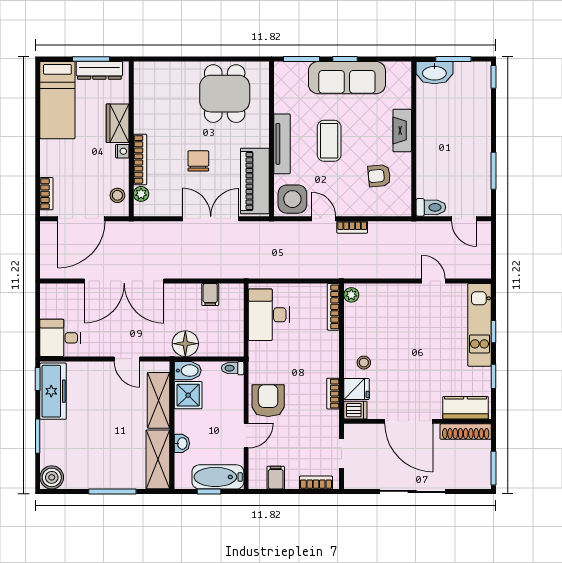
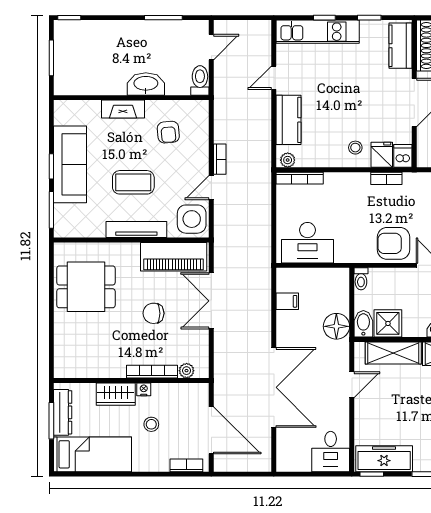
washbasin: (434, 73) -> (146, 84), moved, turned -90
stool: (117, 195) -> (151, 424), moved
kitchen counter: (391, 296) -> (288, 120), added

